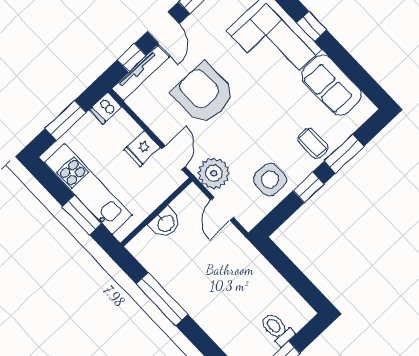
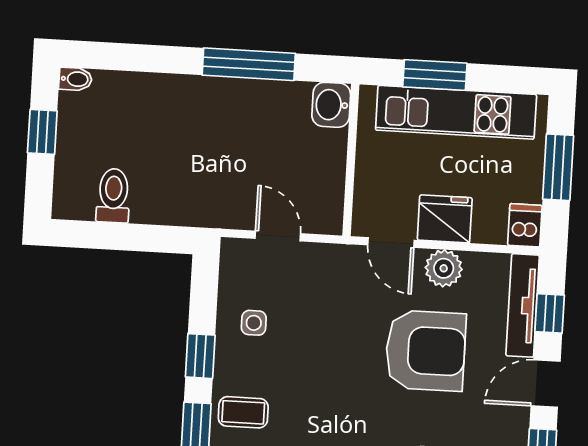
door: (163, 28) -> (546, 384), hinge flipped
fridge: (142, 149) -> (445, 219), width x1.38
plant: (214, 173) -> (444, 268), moved, width x0.73, depth x0.73
side table: (270, 180) -> (254, 323), width x0.54, depth x0.54
washbasin: (165, 223) -> (331, 105), moved
toilet: (277, 329) -> (113, 196), moved, turned -90

